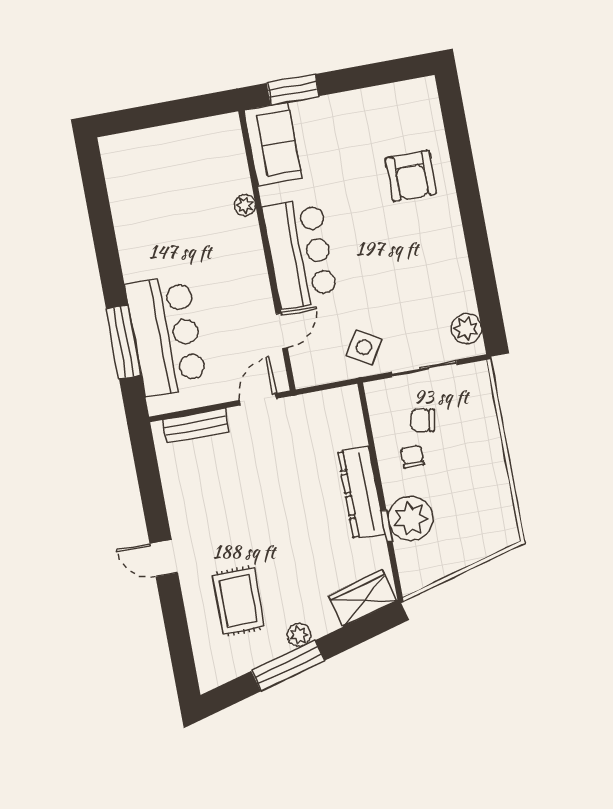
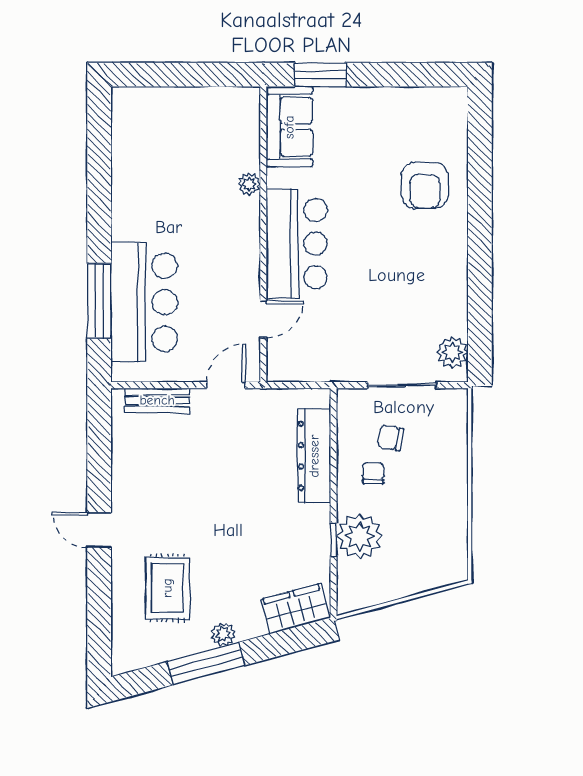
side table: (364, 347) -> (344, 352), removed
dresser: (361, 492) -> (314, 456), moved

